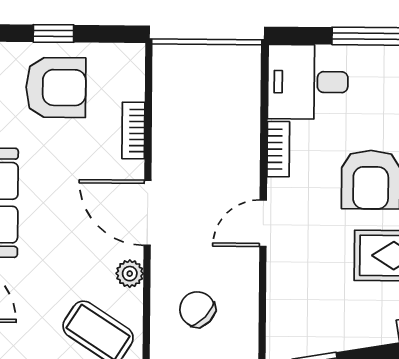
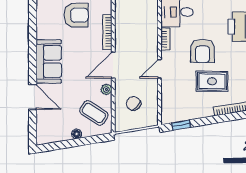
bookcase: (133, 130) -> (107, 32), width x1.56
door: (147, 213) -> (113, 65), hinge flipped

